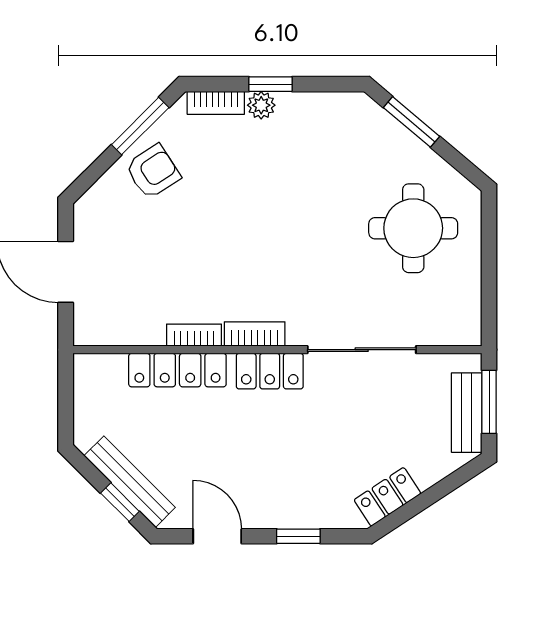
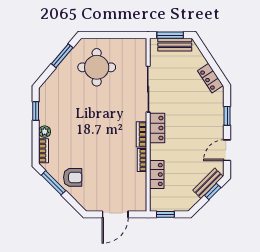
window: (271, 84) -> (36, 111), moved
window: (412, 122) -> (62, 56), moved
armchair: (153, 172) -> (73, 177), turned 123
locker: (177, 370) -> (157, 174), width x0.66
window: (66, 390) -> (165, 214), added
bench: (130, 482) -> (208, 183), width x0.73

